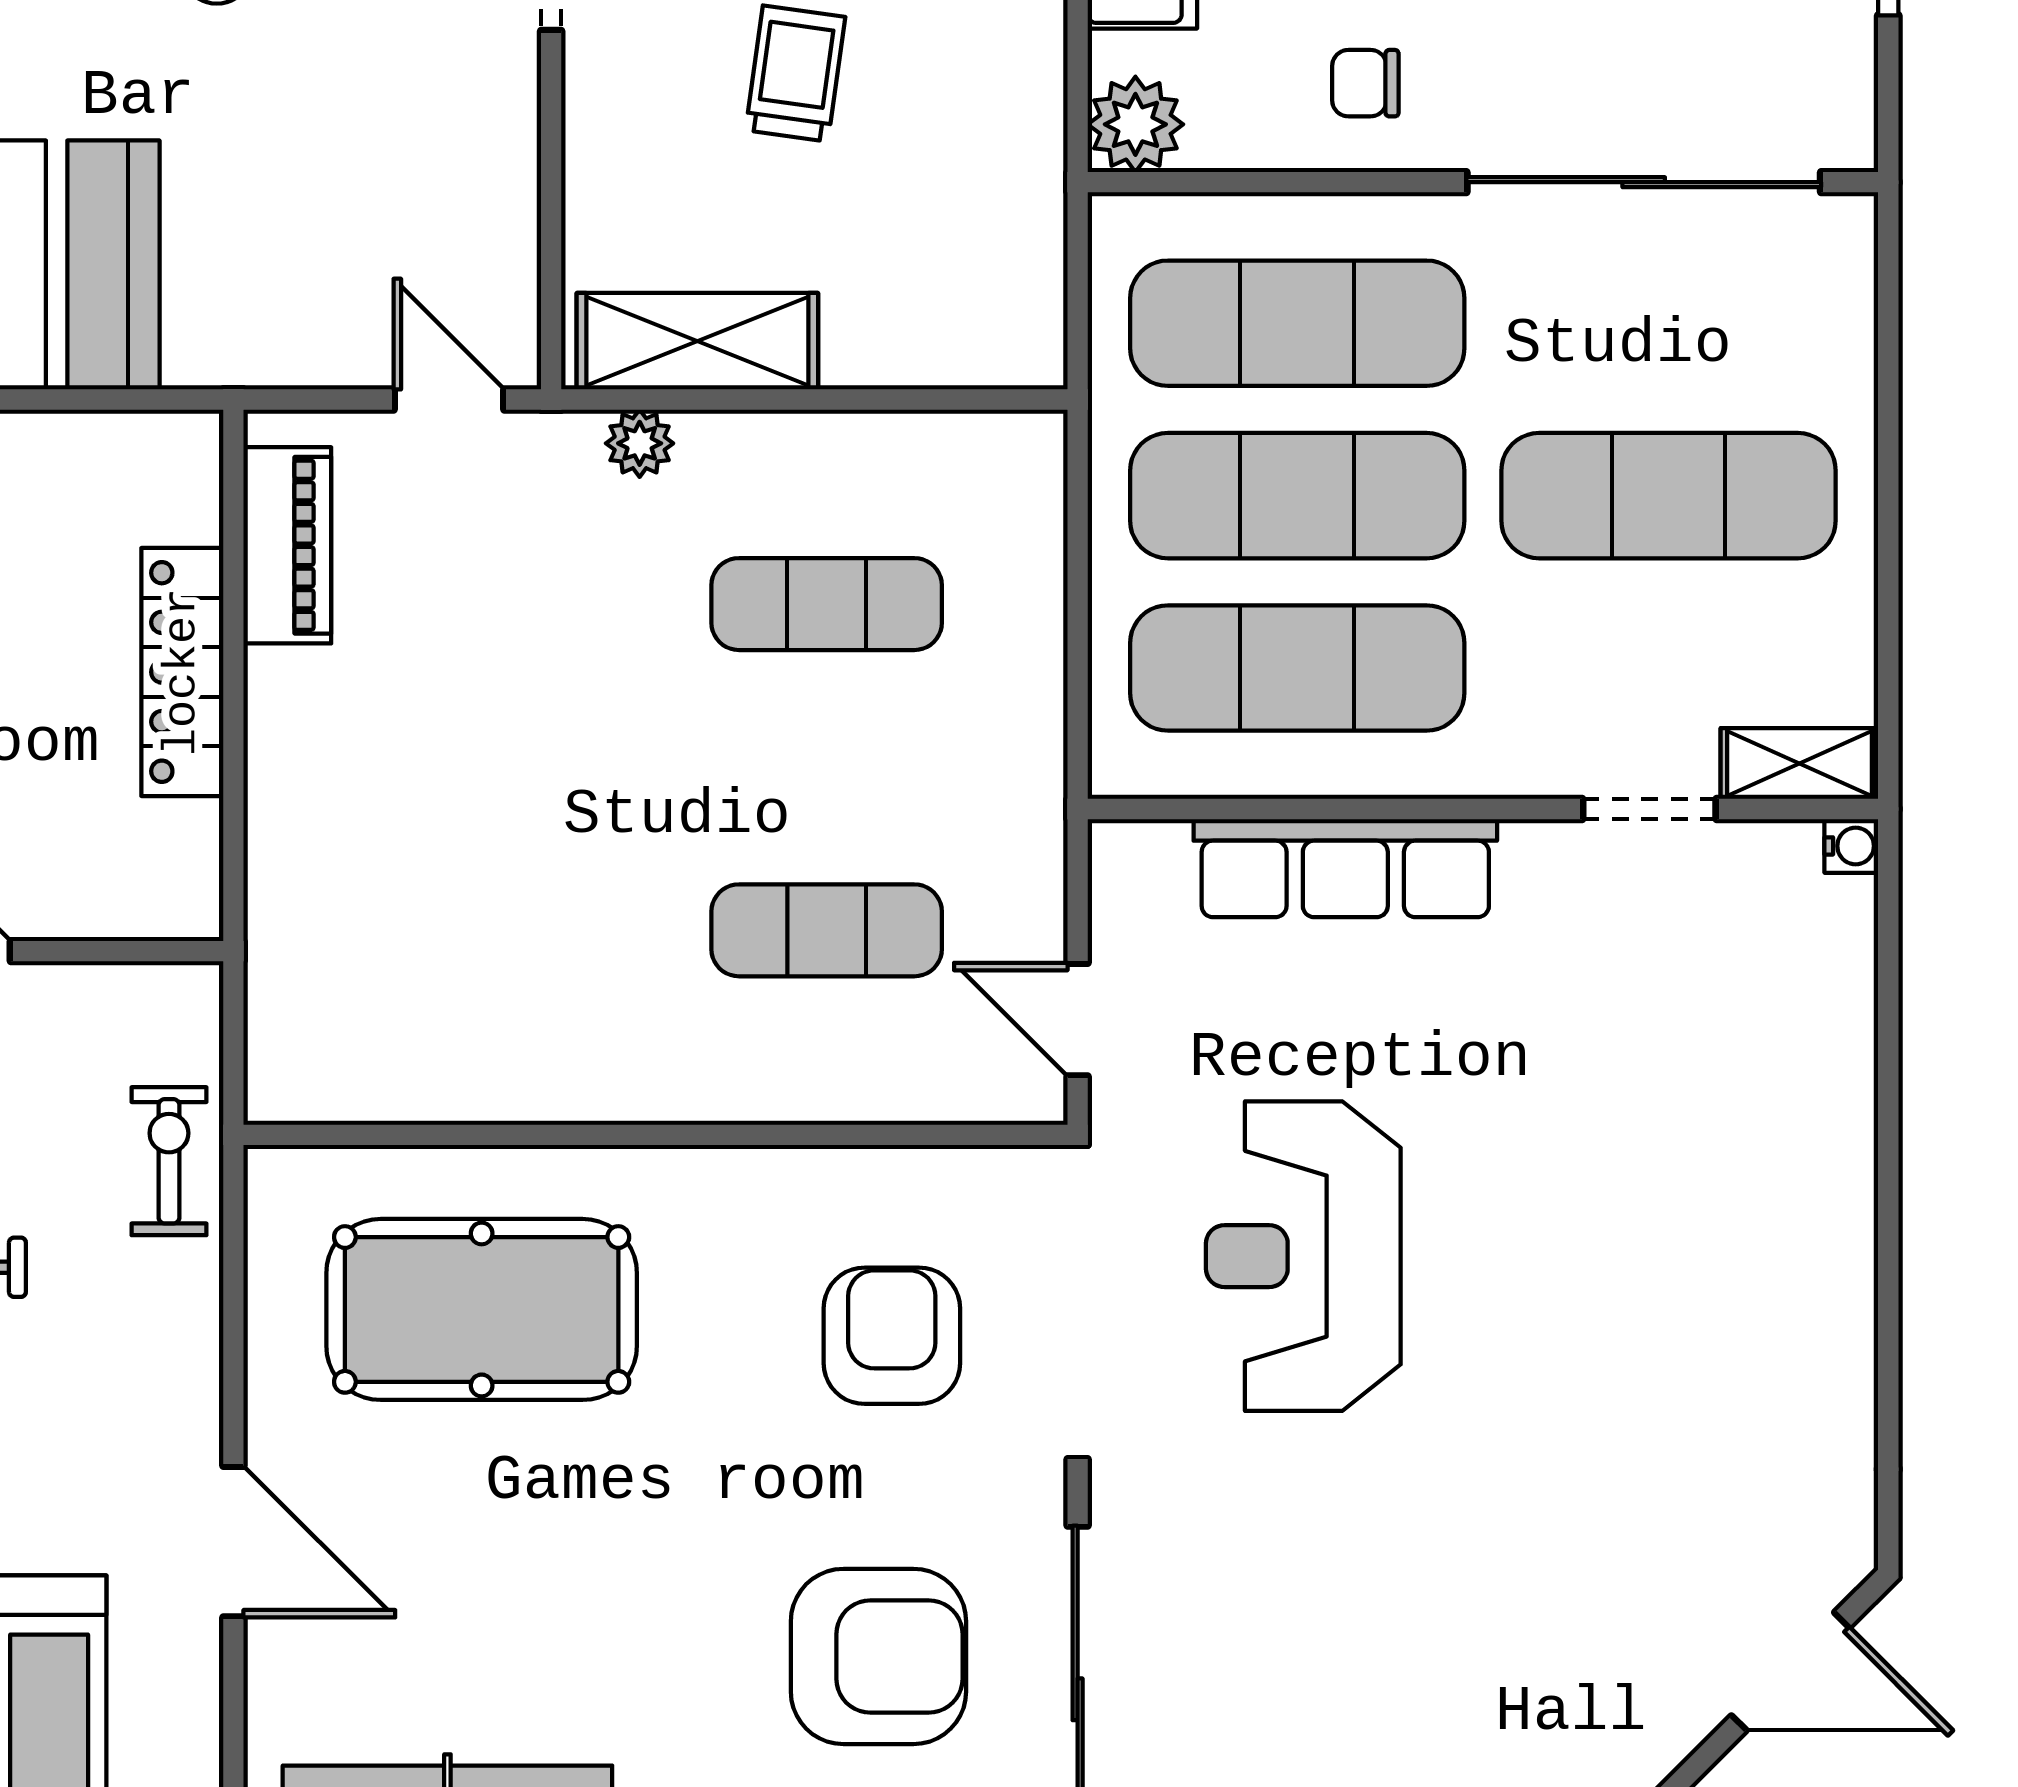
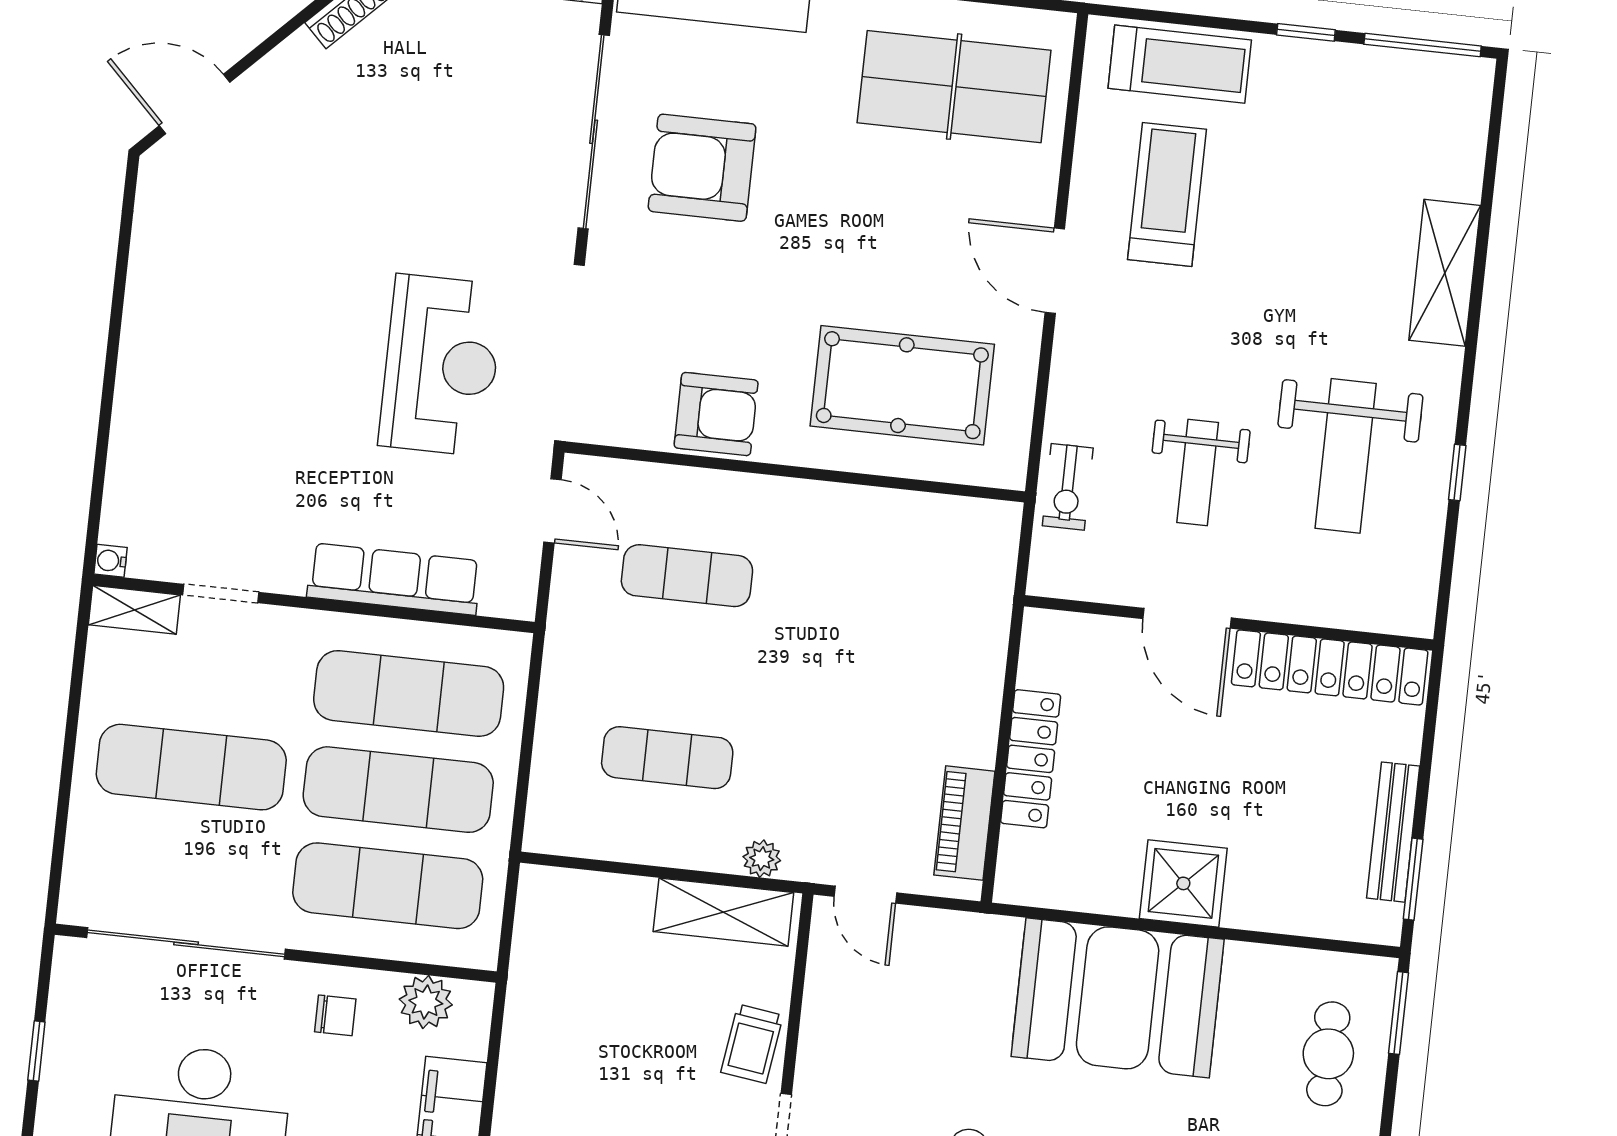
trolley: (795, 74) -> (752, 1044), moved
plant: (1135, 124) -> (426, 1002), moved
armchair: (892, 1336) -> (716, 414), moved, turned -90

